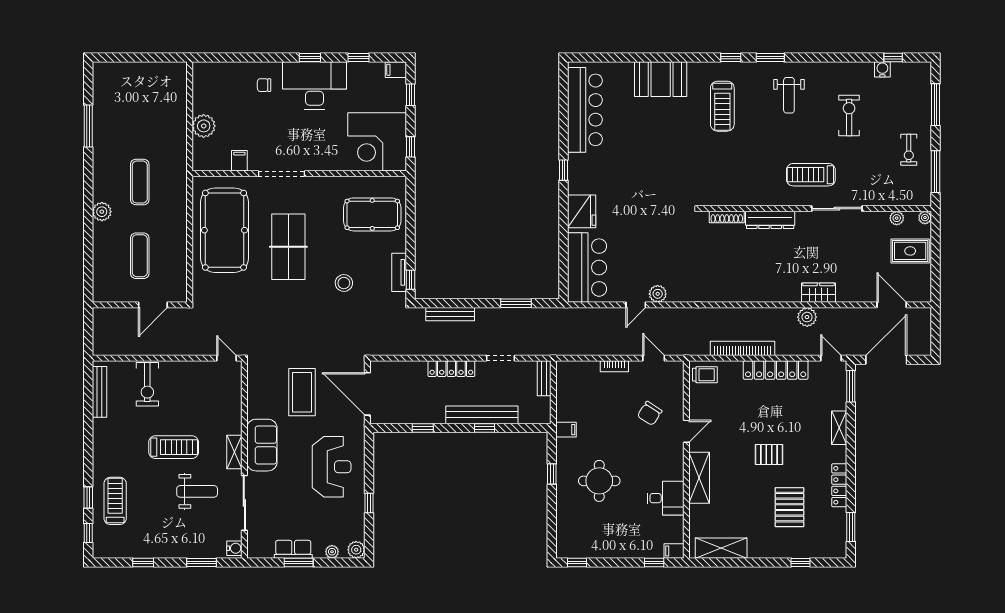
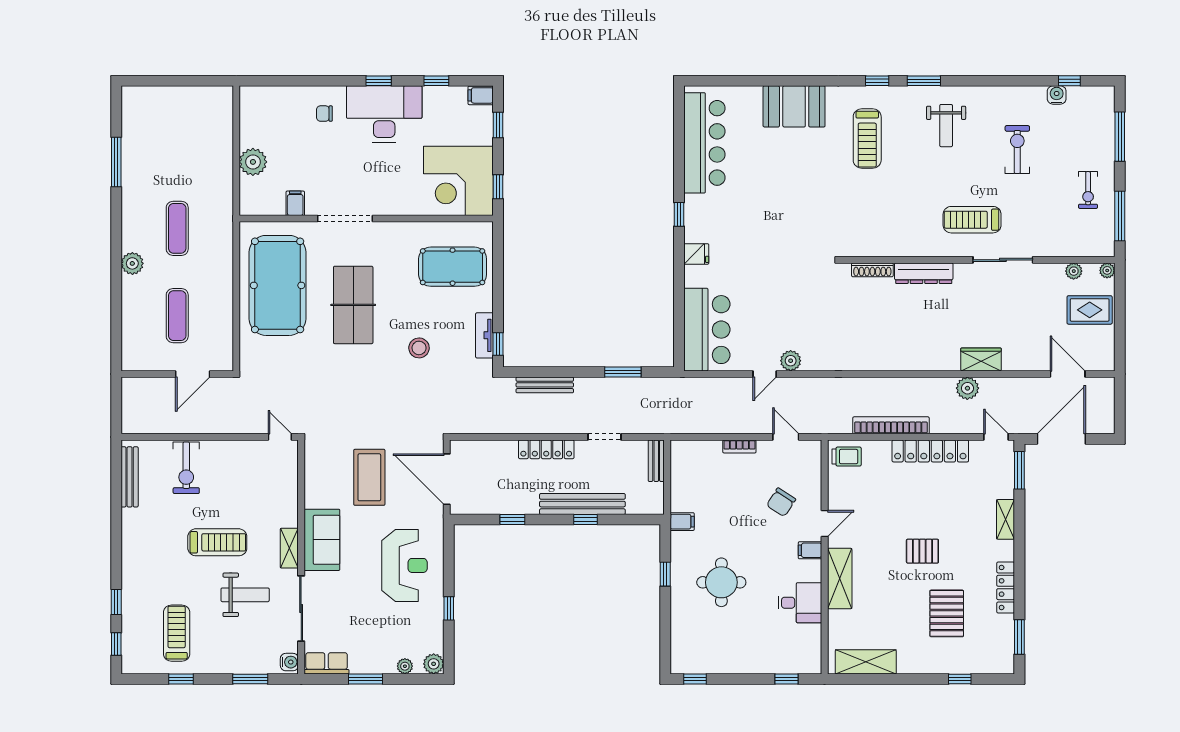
fridge: (582, 211) -> (696, 254), width x0.53, depth x0.75
treadmill: (115, 501) -> (177, 633), moved
row of seats: (293, 549) -> (327, 663), moved
filing cabinet: (674, 551) -> (810, 550), moved

